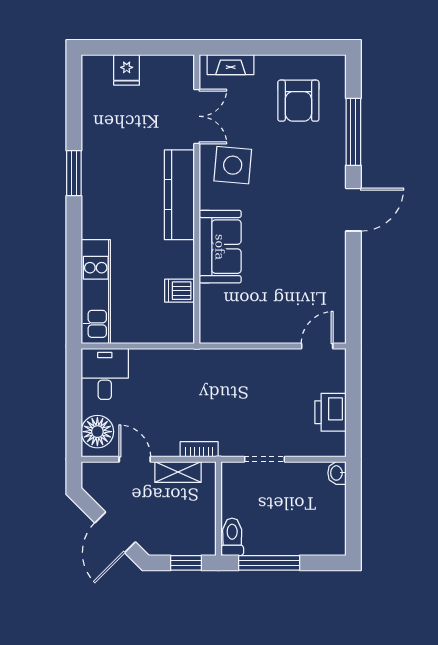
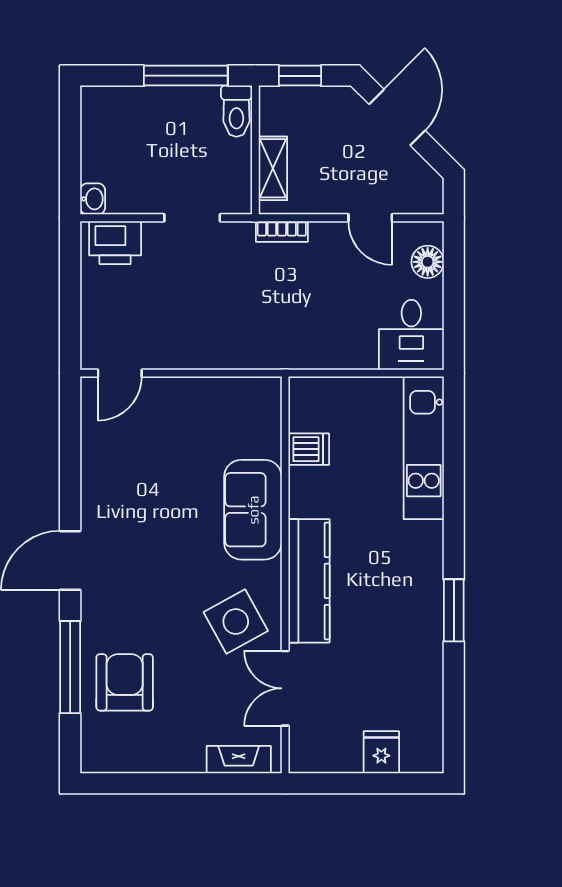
armchair: (298, 101) -> (125, 682), moved
side table: (233, 165) -> (236, 622), turned -34
printer: (330, 412) -> (115, 243), moved, turned 90
floor lamp: (97, 432) -> (428, 262), width x0.73, depth x0.73
shelving: (178, 472) -> (273, 168), moved, turned 90

